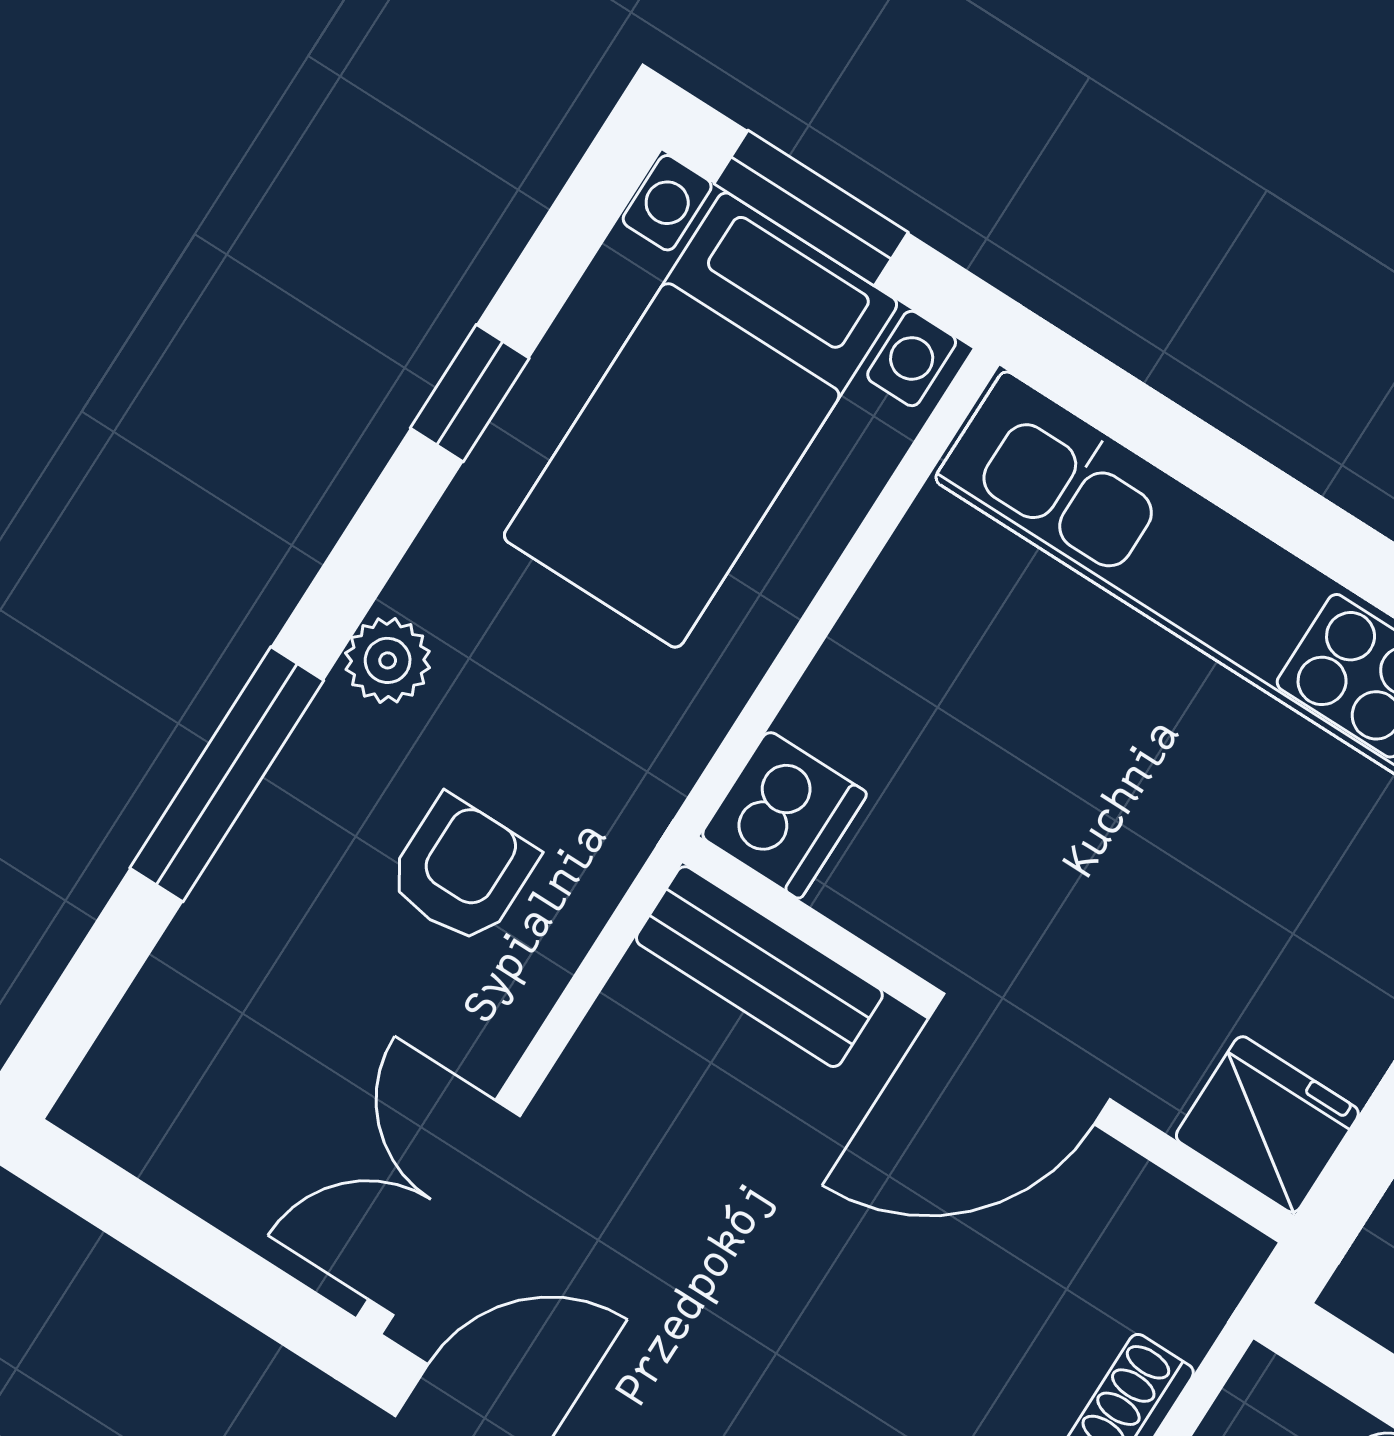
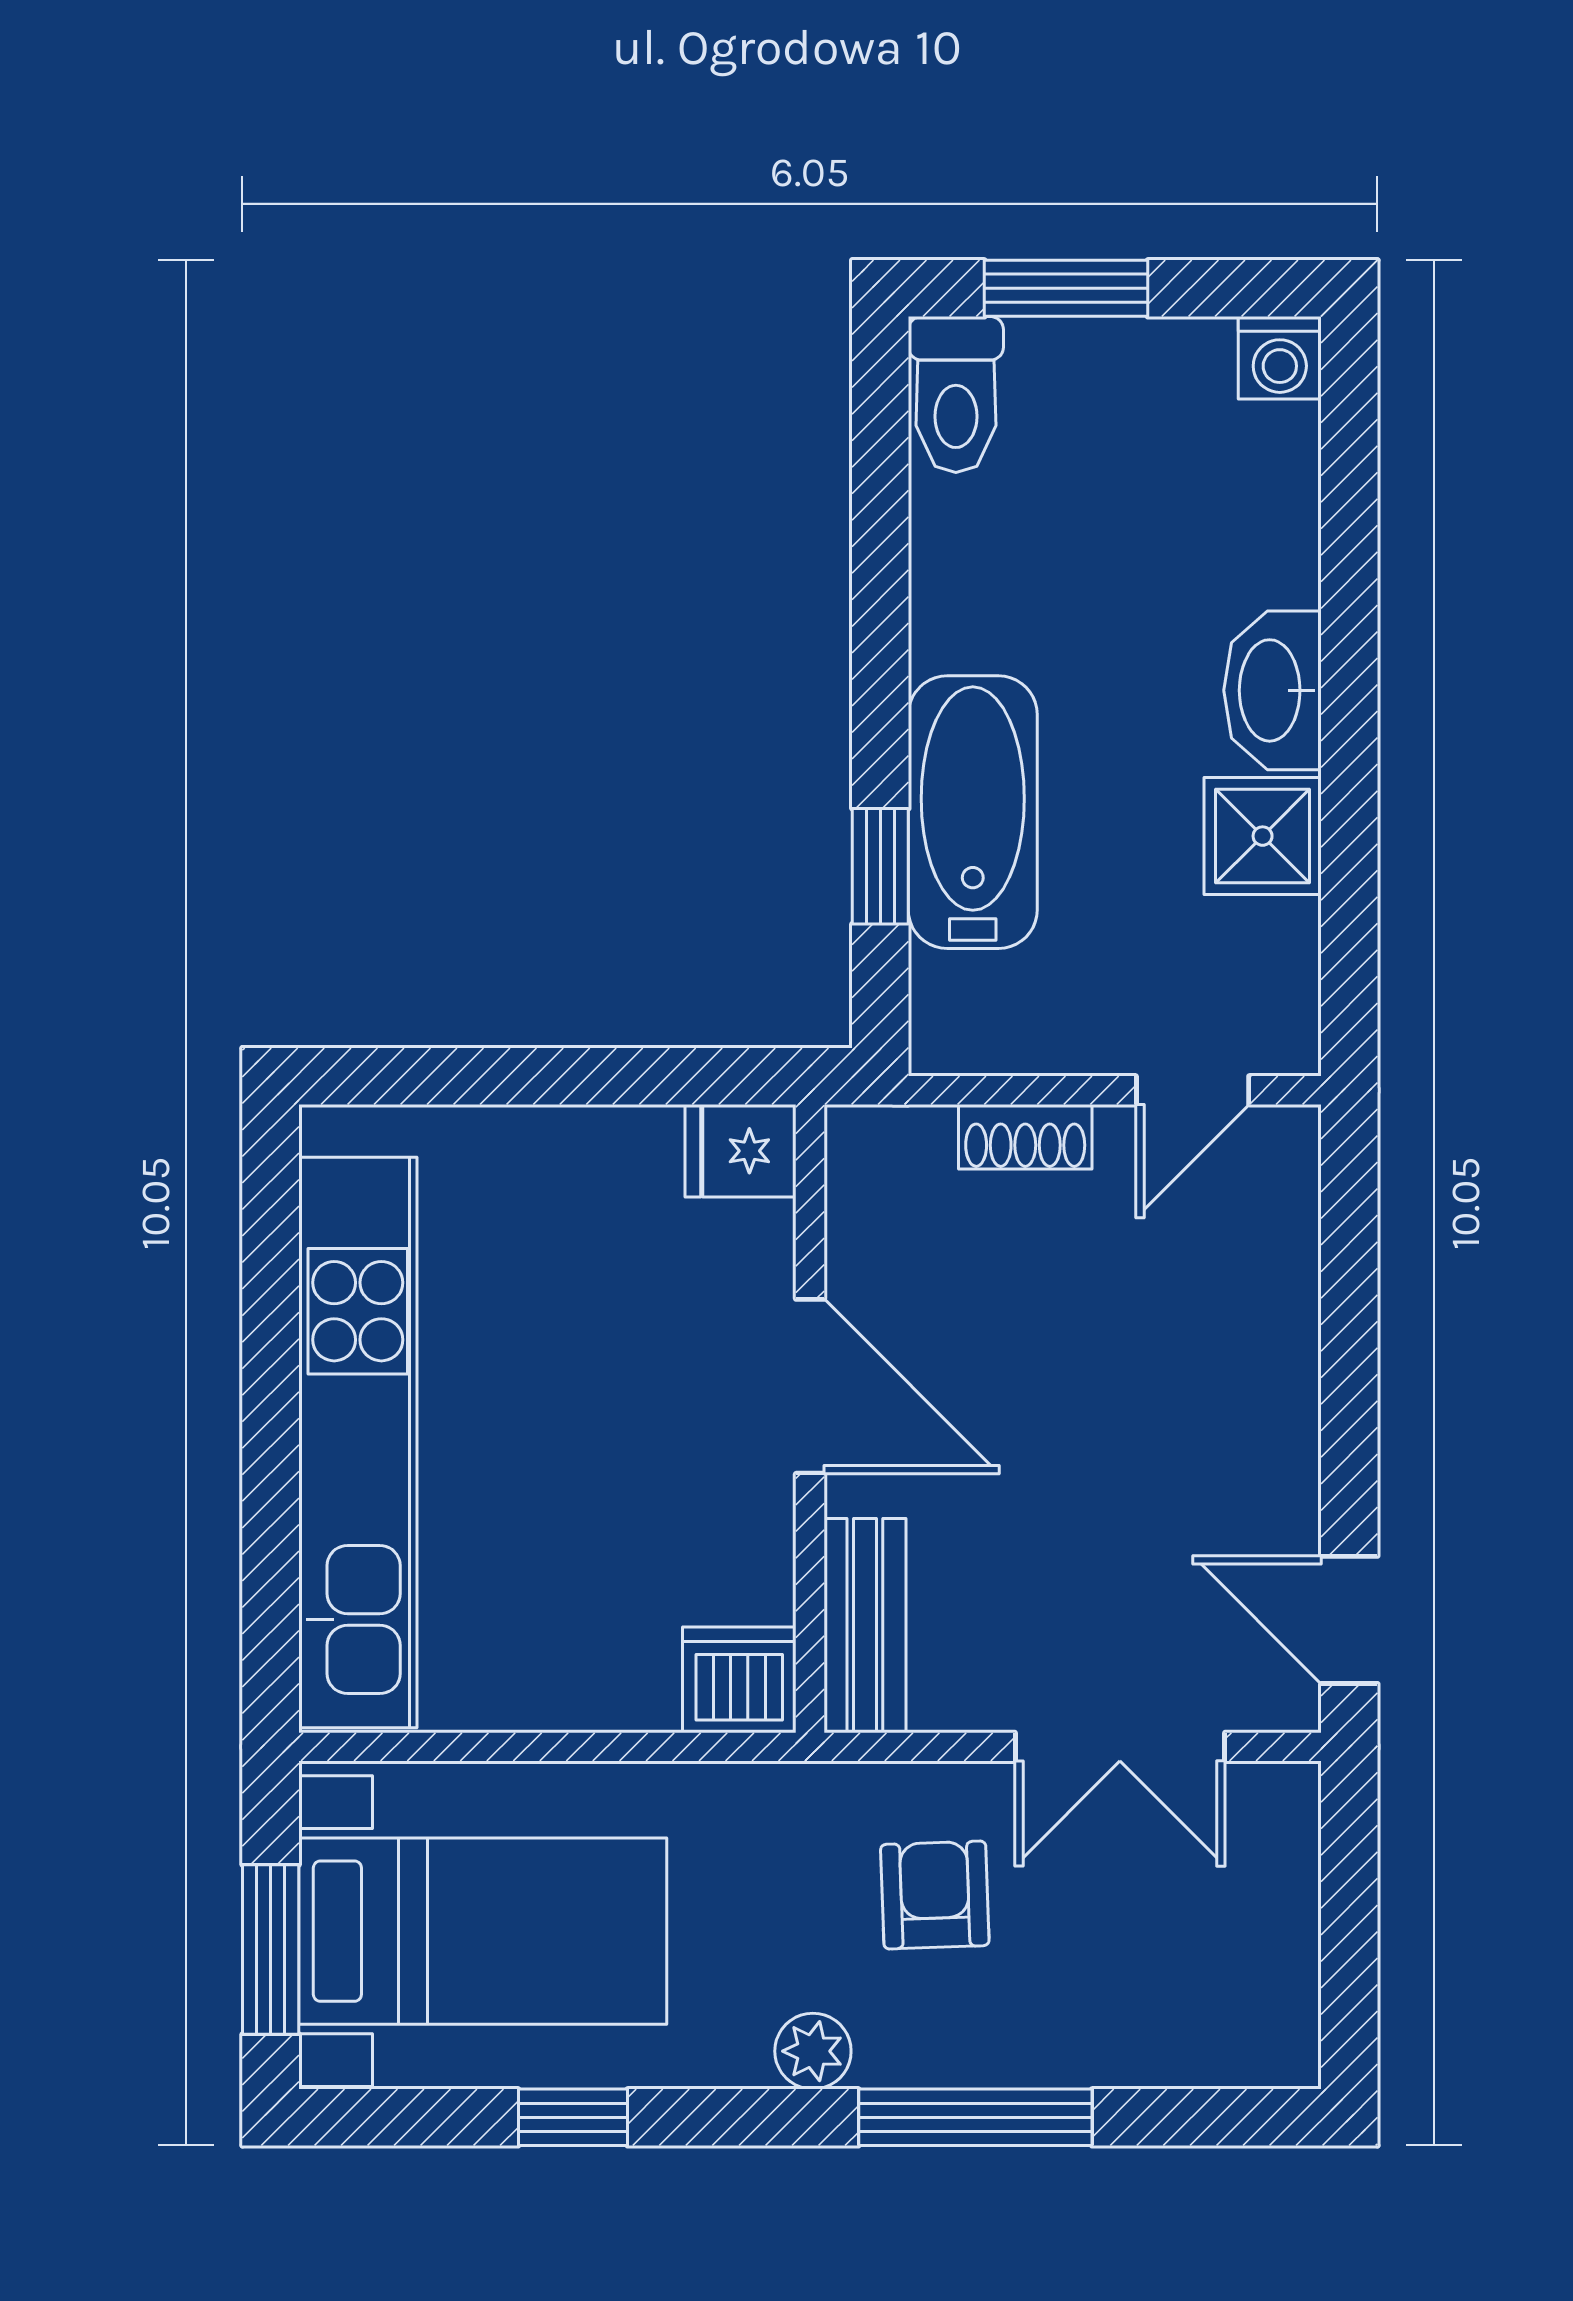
armchair: (462, 870) -> (935, 1895), turned 88
fridge: (1267, 1124) -> (741, 1151), width x0.72
double door: (444, 1208) -> (1120, 1747), moved

